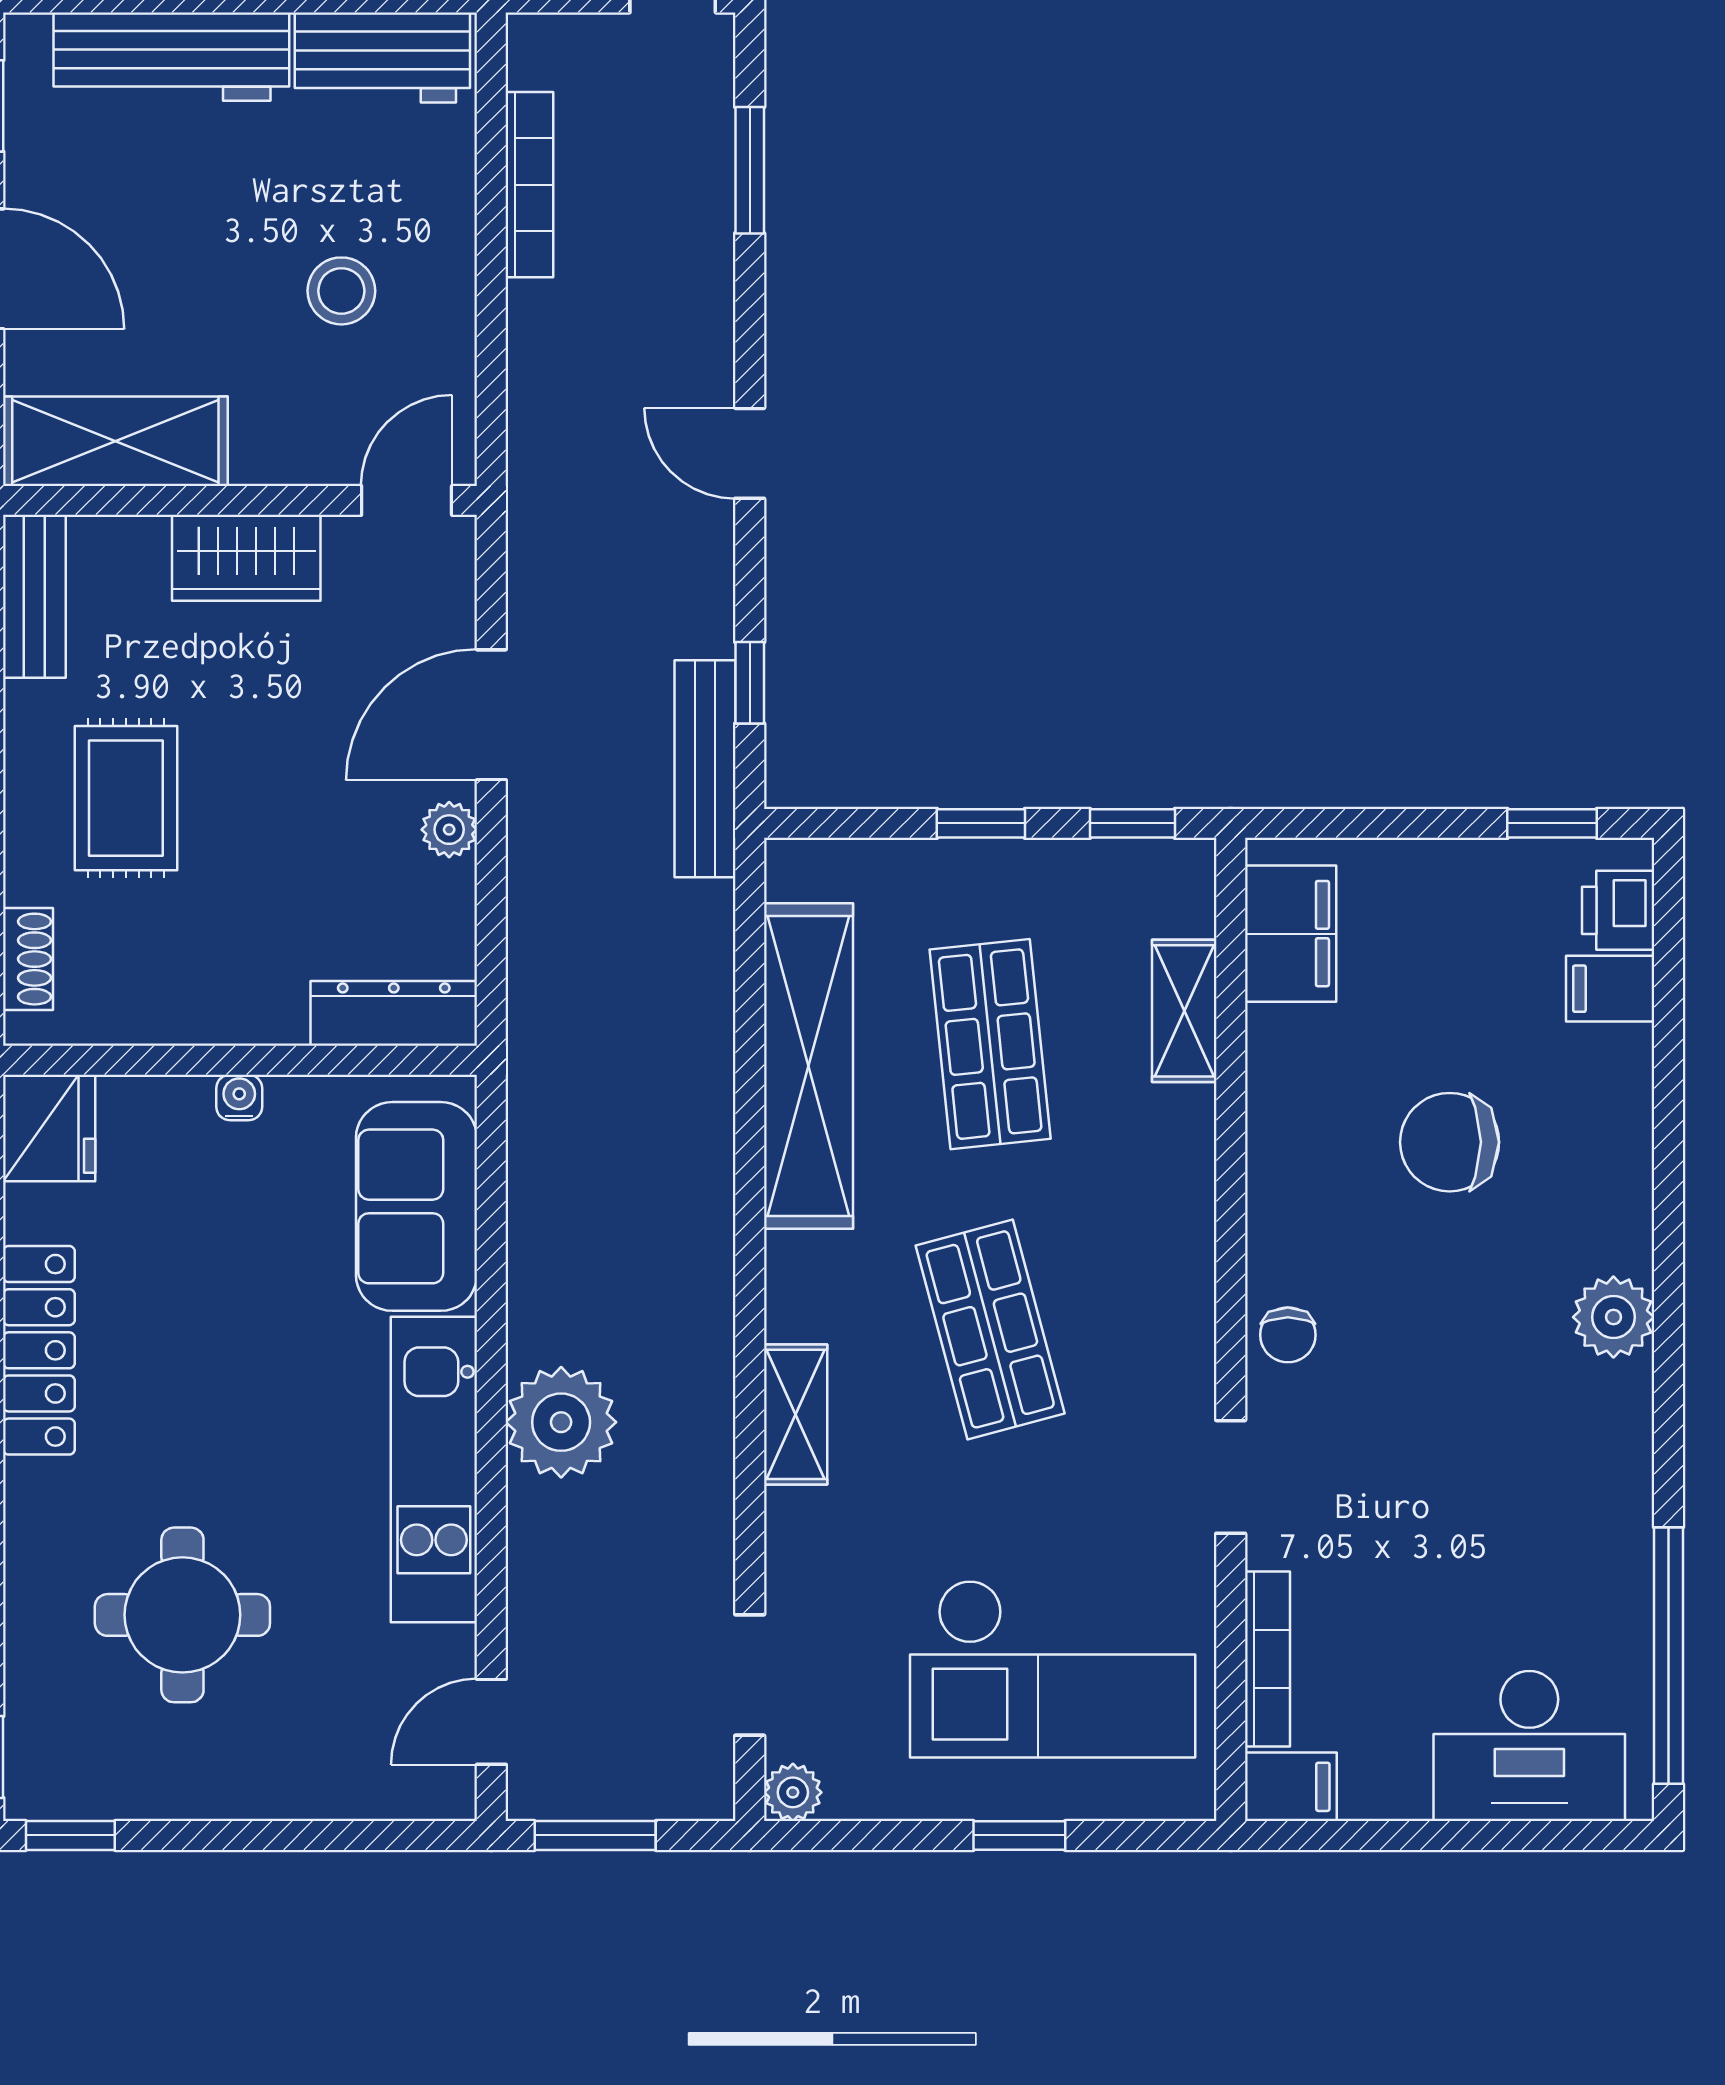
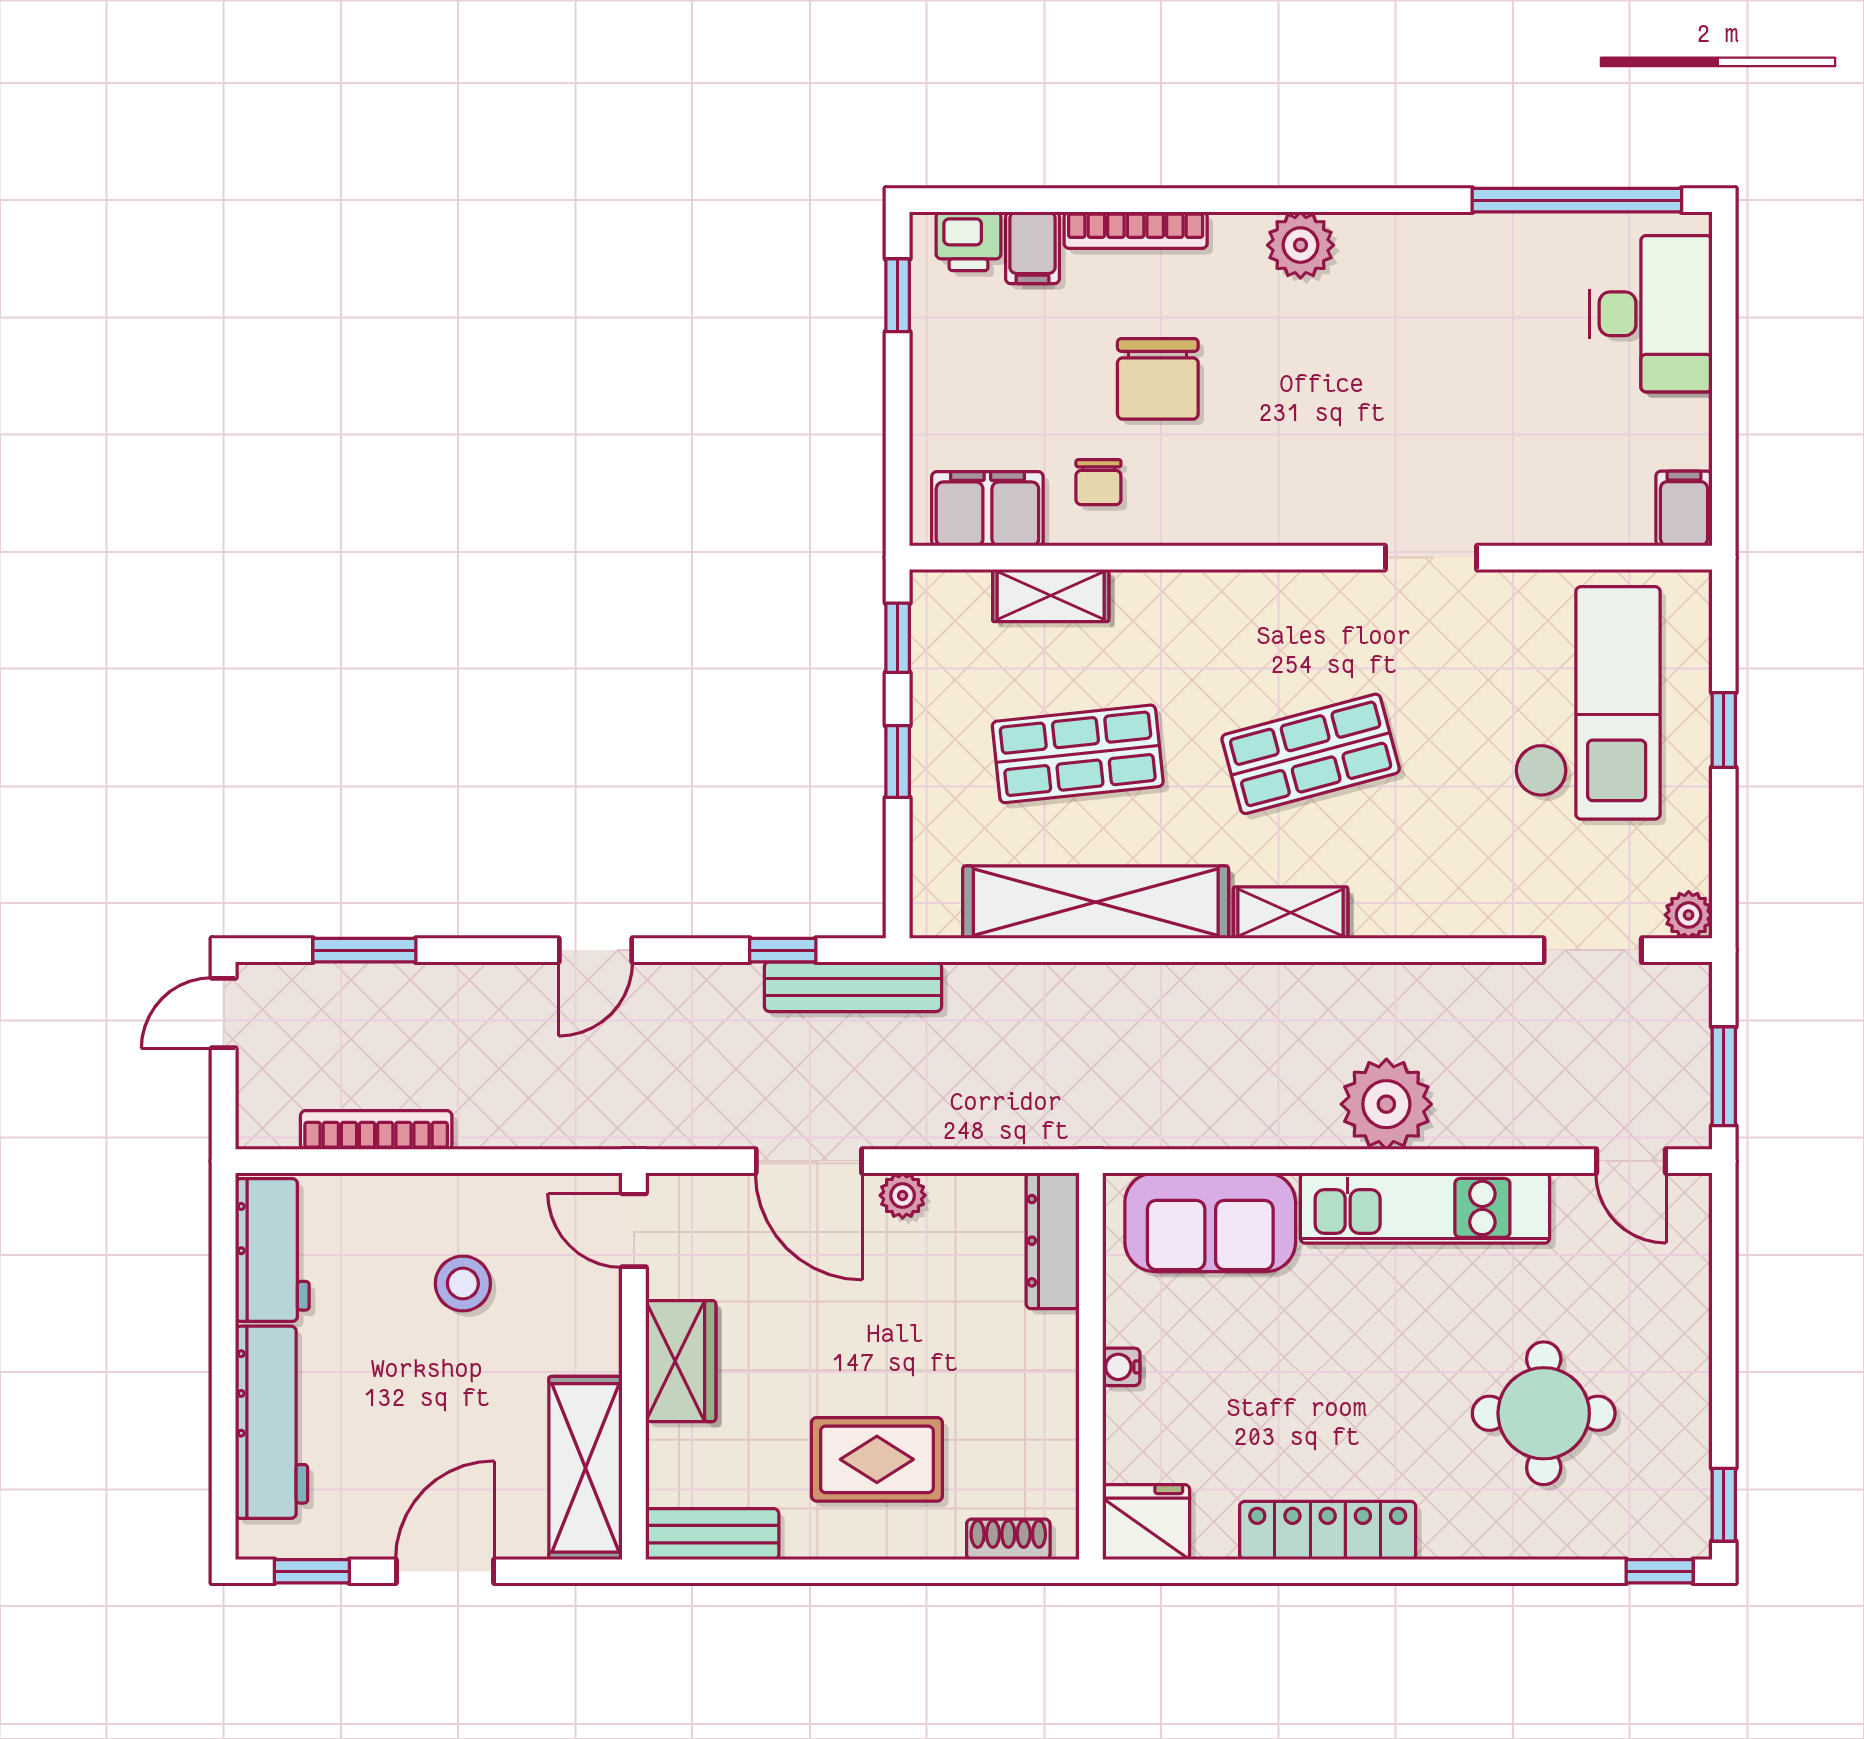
chair: (1288, 1335) -> (1098, 482), moved, turned 90
shelving: (796, 1414) -> (1291, 913), moved
bookcase: (1267, 1659) -> (1136, 230), moved, turned 180

